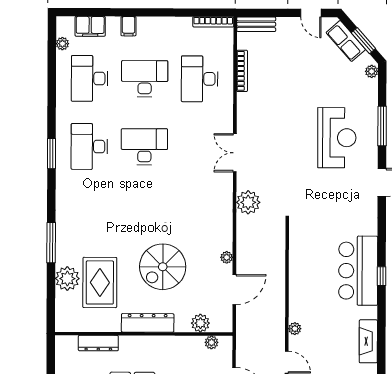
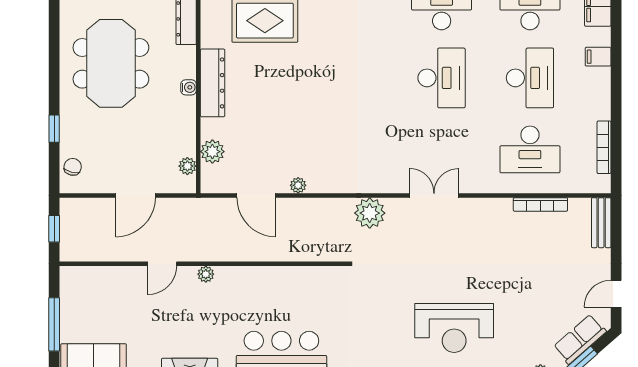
bookcase: (213, 22) -> (604, 147), moved
desk: (200, 79) -> (530, 149), turned 180
spiral stairs: (163, 267) -> (286, 102), removed
water cooler: (151, 341) -> (189, 87), added

